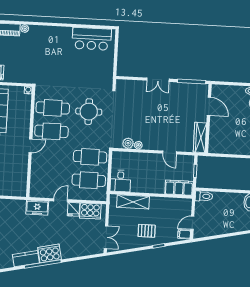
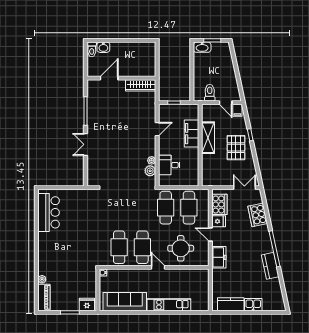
double door: (158, 80) -> (86, 144), swing flipped
door: (209, 106) -> (109, 78), moved
round table: (89, 112) -> (181, 248), moved
wall: (208, 119) -> (121, 78), moved
wardrobe: (200, 137) -> (141, 85), moved
desk: (120, 181) -> (169, 165), moved, turned 180
filing cabinet: (179, 188) -> (191, 134), moved
toilet: (204, 196) -> (210, 93), moved
shelving: (133, 202) -> (208, 138), moved
pallet: (147, 231) -> (236, 148), width x1.50, depth x1.42
cooker: (50, 253) -> (258, 215), moved

